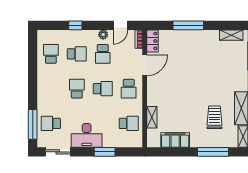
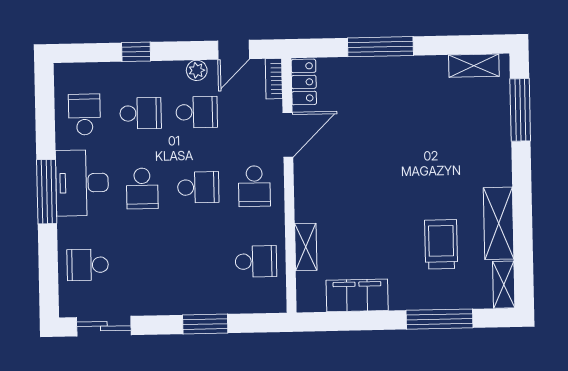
school desk: (103, 54) -> (197, 112), turned -90
school desk: (77, 89) -> (142, 189), turned 180
window: (33, 124) -> (47, 192), moved
desk: (87, 135) -> (82, 183), moved, turned 90

